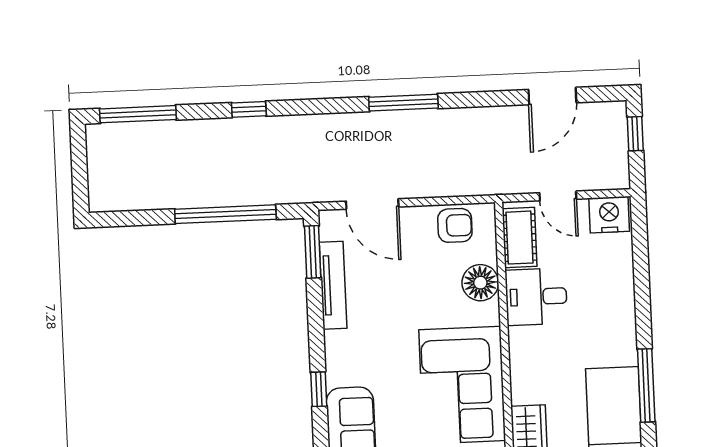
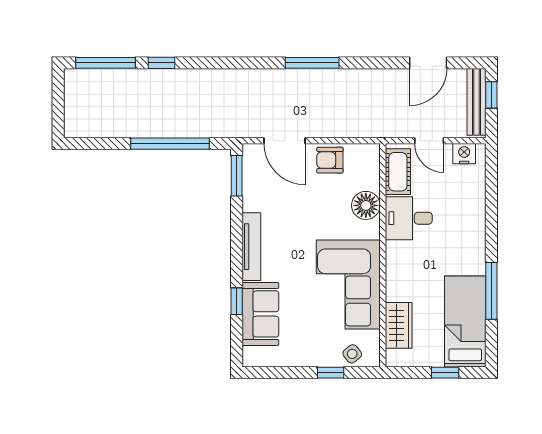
window: (249, 109) -> (162, 63), moved
bench: (617, 143) -> (476, 102), added
nightstand: (609, 215) -> (464, 154), width x0.74, depth x0.75
armchair: (455, 225) -> (330, 160), moved, turned 180
tv unit: (333, 285) -> (251, 247), moved
window: (319, 389) -> (237, 301), moved

